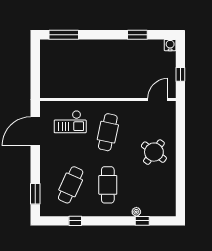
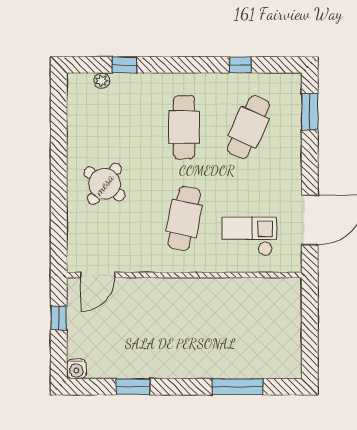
window: (64, 35) -> (238, 387), moved
plant: (136, 212) -> (102, 81), moved

